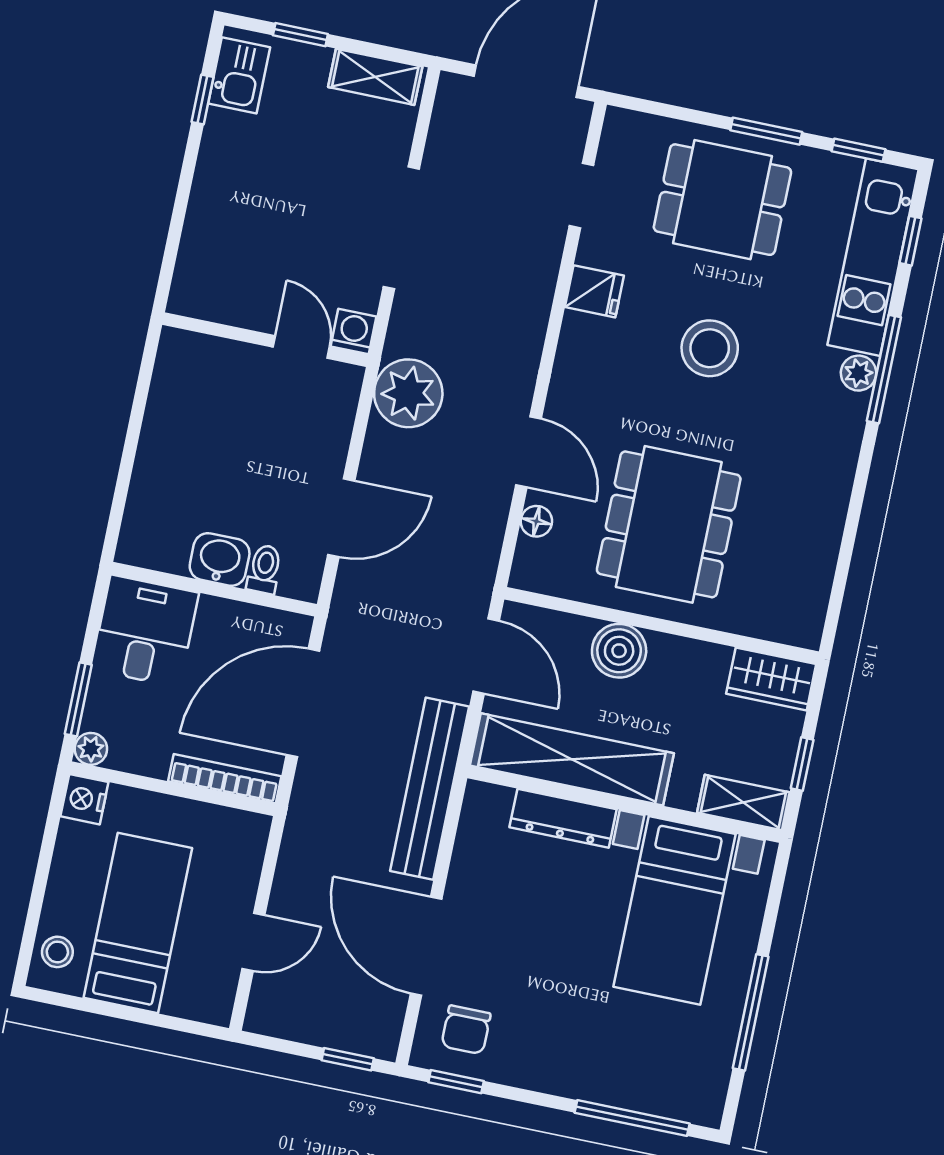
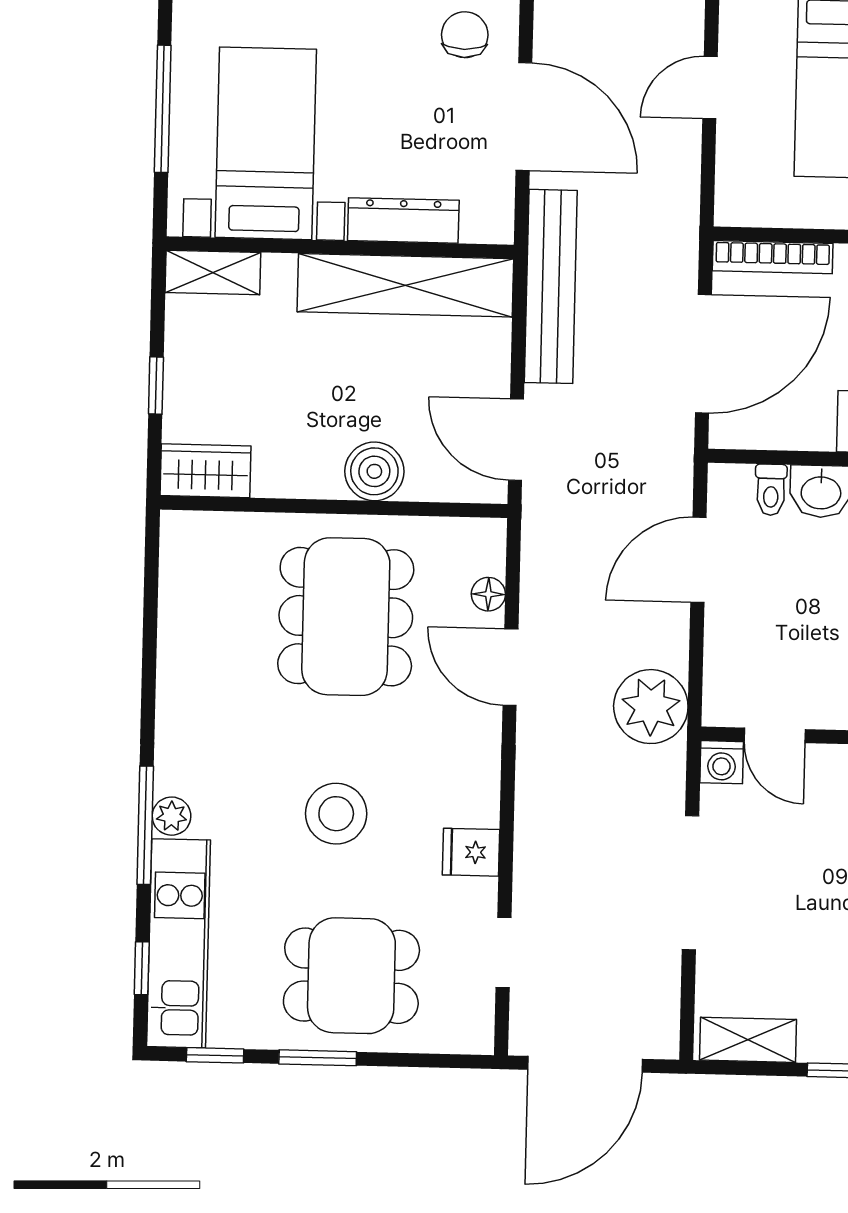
shelving: (572, 759) -> (405, 285), moved
shelving: (743, 802) -> (213, 273), moved
wall: (625, 804) -> (340, 247), moved
dresser: (563, 818) -> (403, 220), moved
bed with nightstands: (674, 910) -> (266, 143), moved

